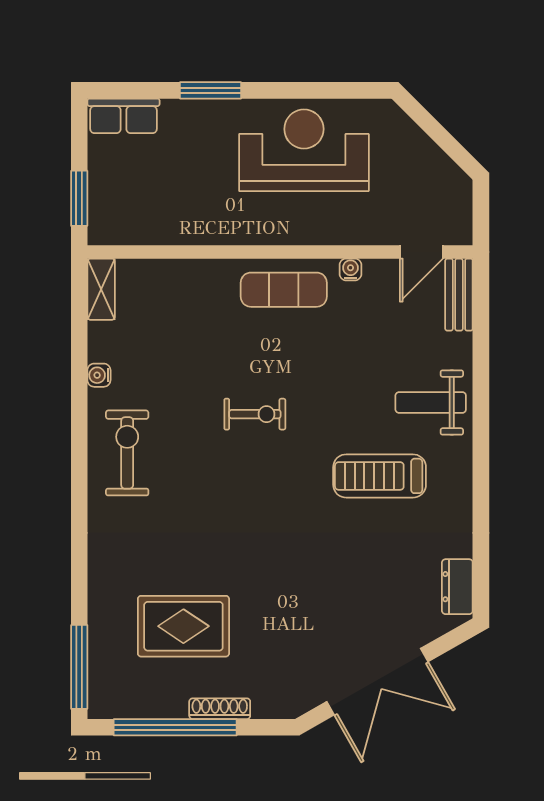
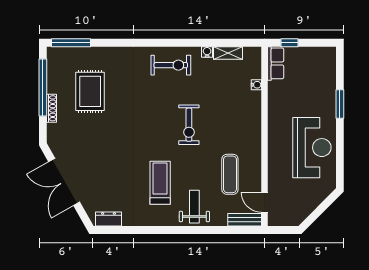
row of seats: (123, 116) -> (276, 63), moved, turned 180
window: (79, 198) -> (290, 43), width x0.67
water cooler: (350, 269) -> (256, 85), moved
shelving: (101, 289) -> (228, 53), moved
exercise mat: (284, 290) -> (230, 174), moved
exercise bike: (255, 414) -> (189, 125), width x1.38, depth x1.39

